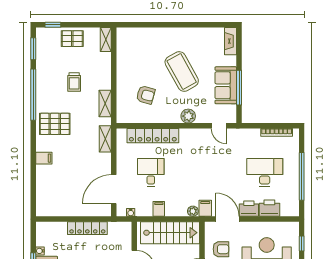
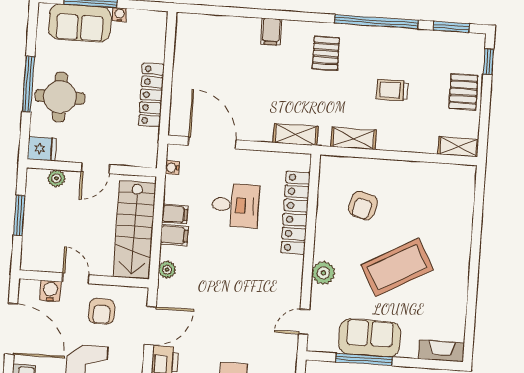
pallet: (55, 124) -> (326, 53), width x0.67, depth x0.71
filing cabinet: (205, 208) -> (174, 235), moved

